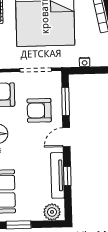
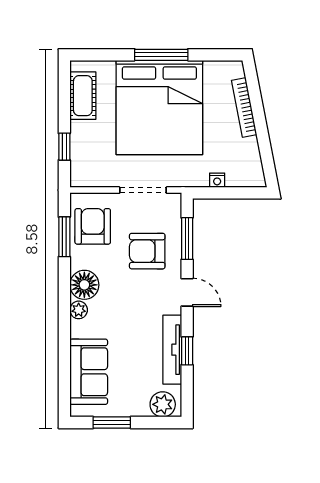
door: (66, 137) -> (187, 292), swing flipped

